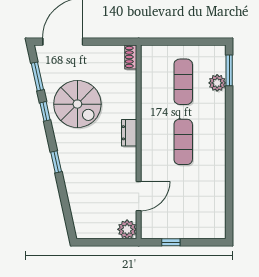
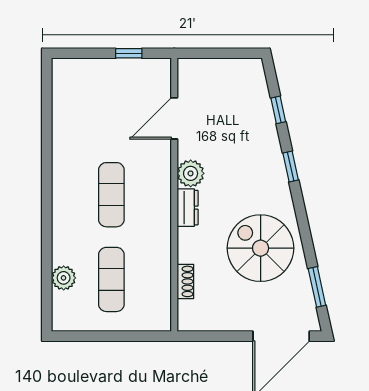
shoe rack: (131, 57) -> (185, 281), moved
window: (229, 70) -> (47, 296), removed
window: (45, 111) -> (278, 110), moved
plant: (127, 229) -> (191, 173), moved

